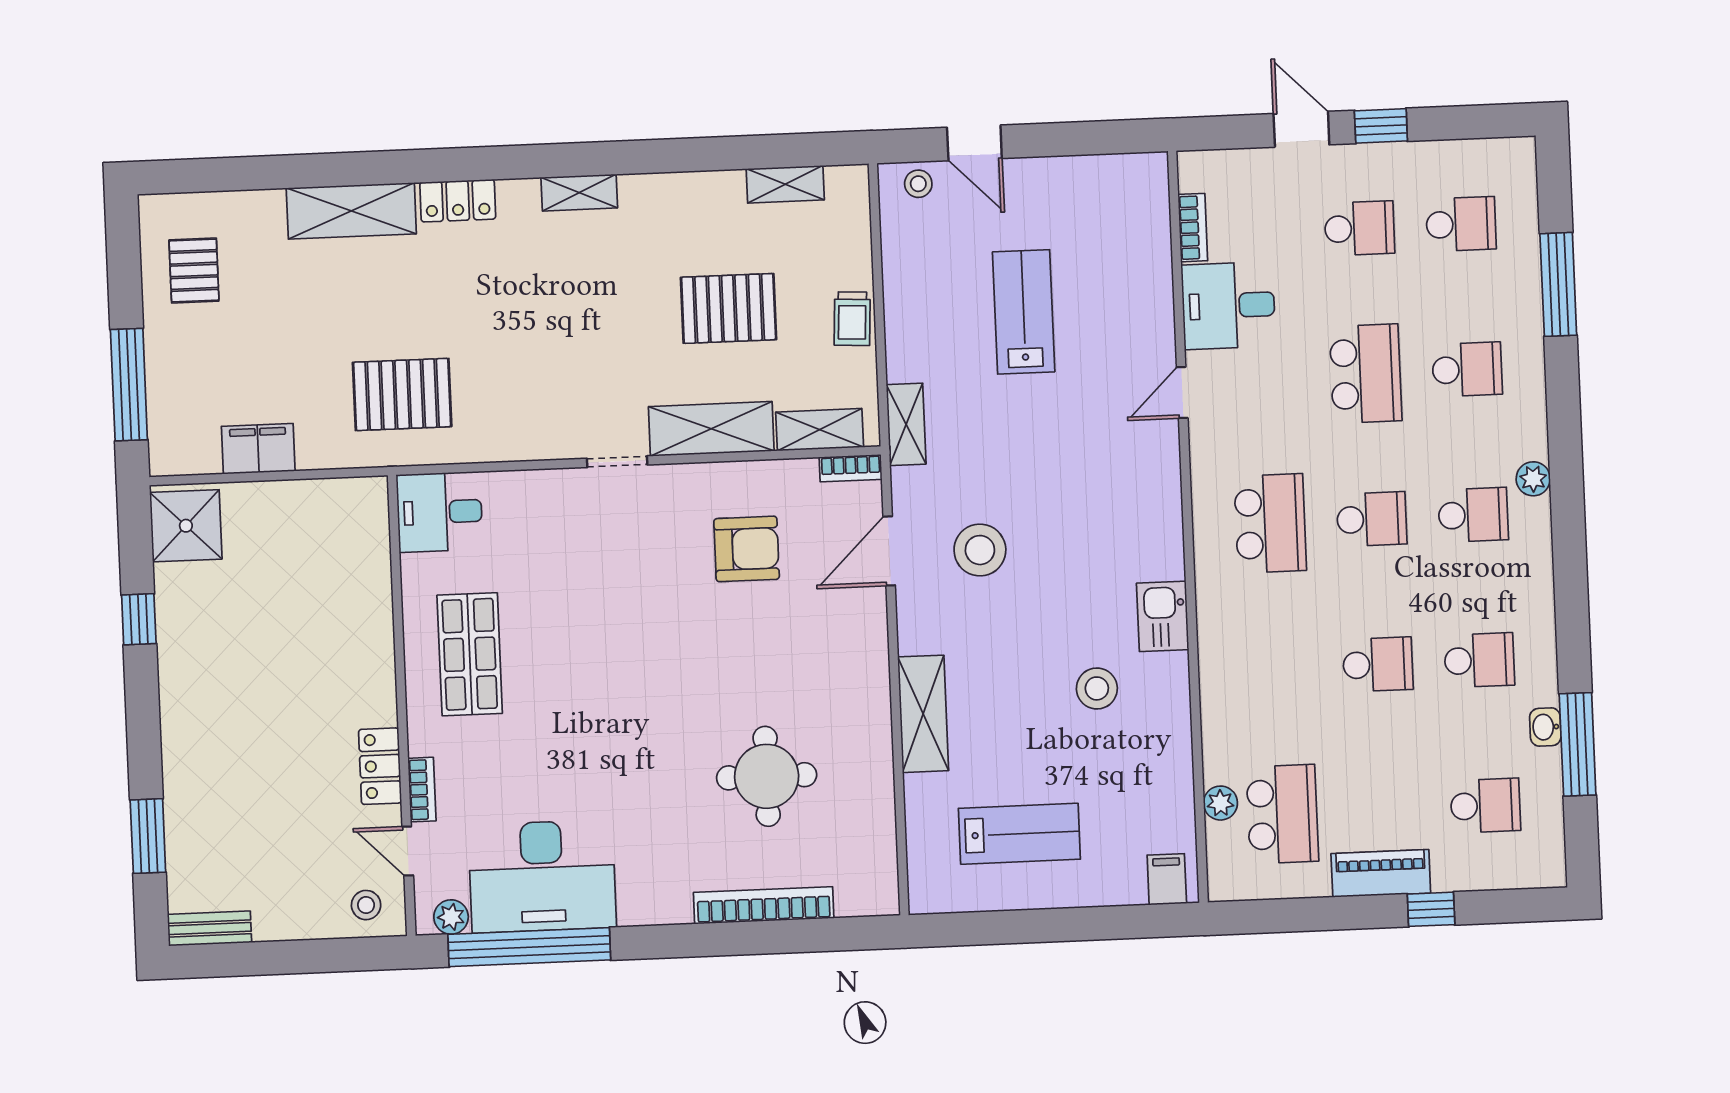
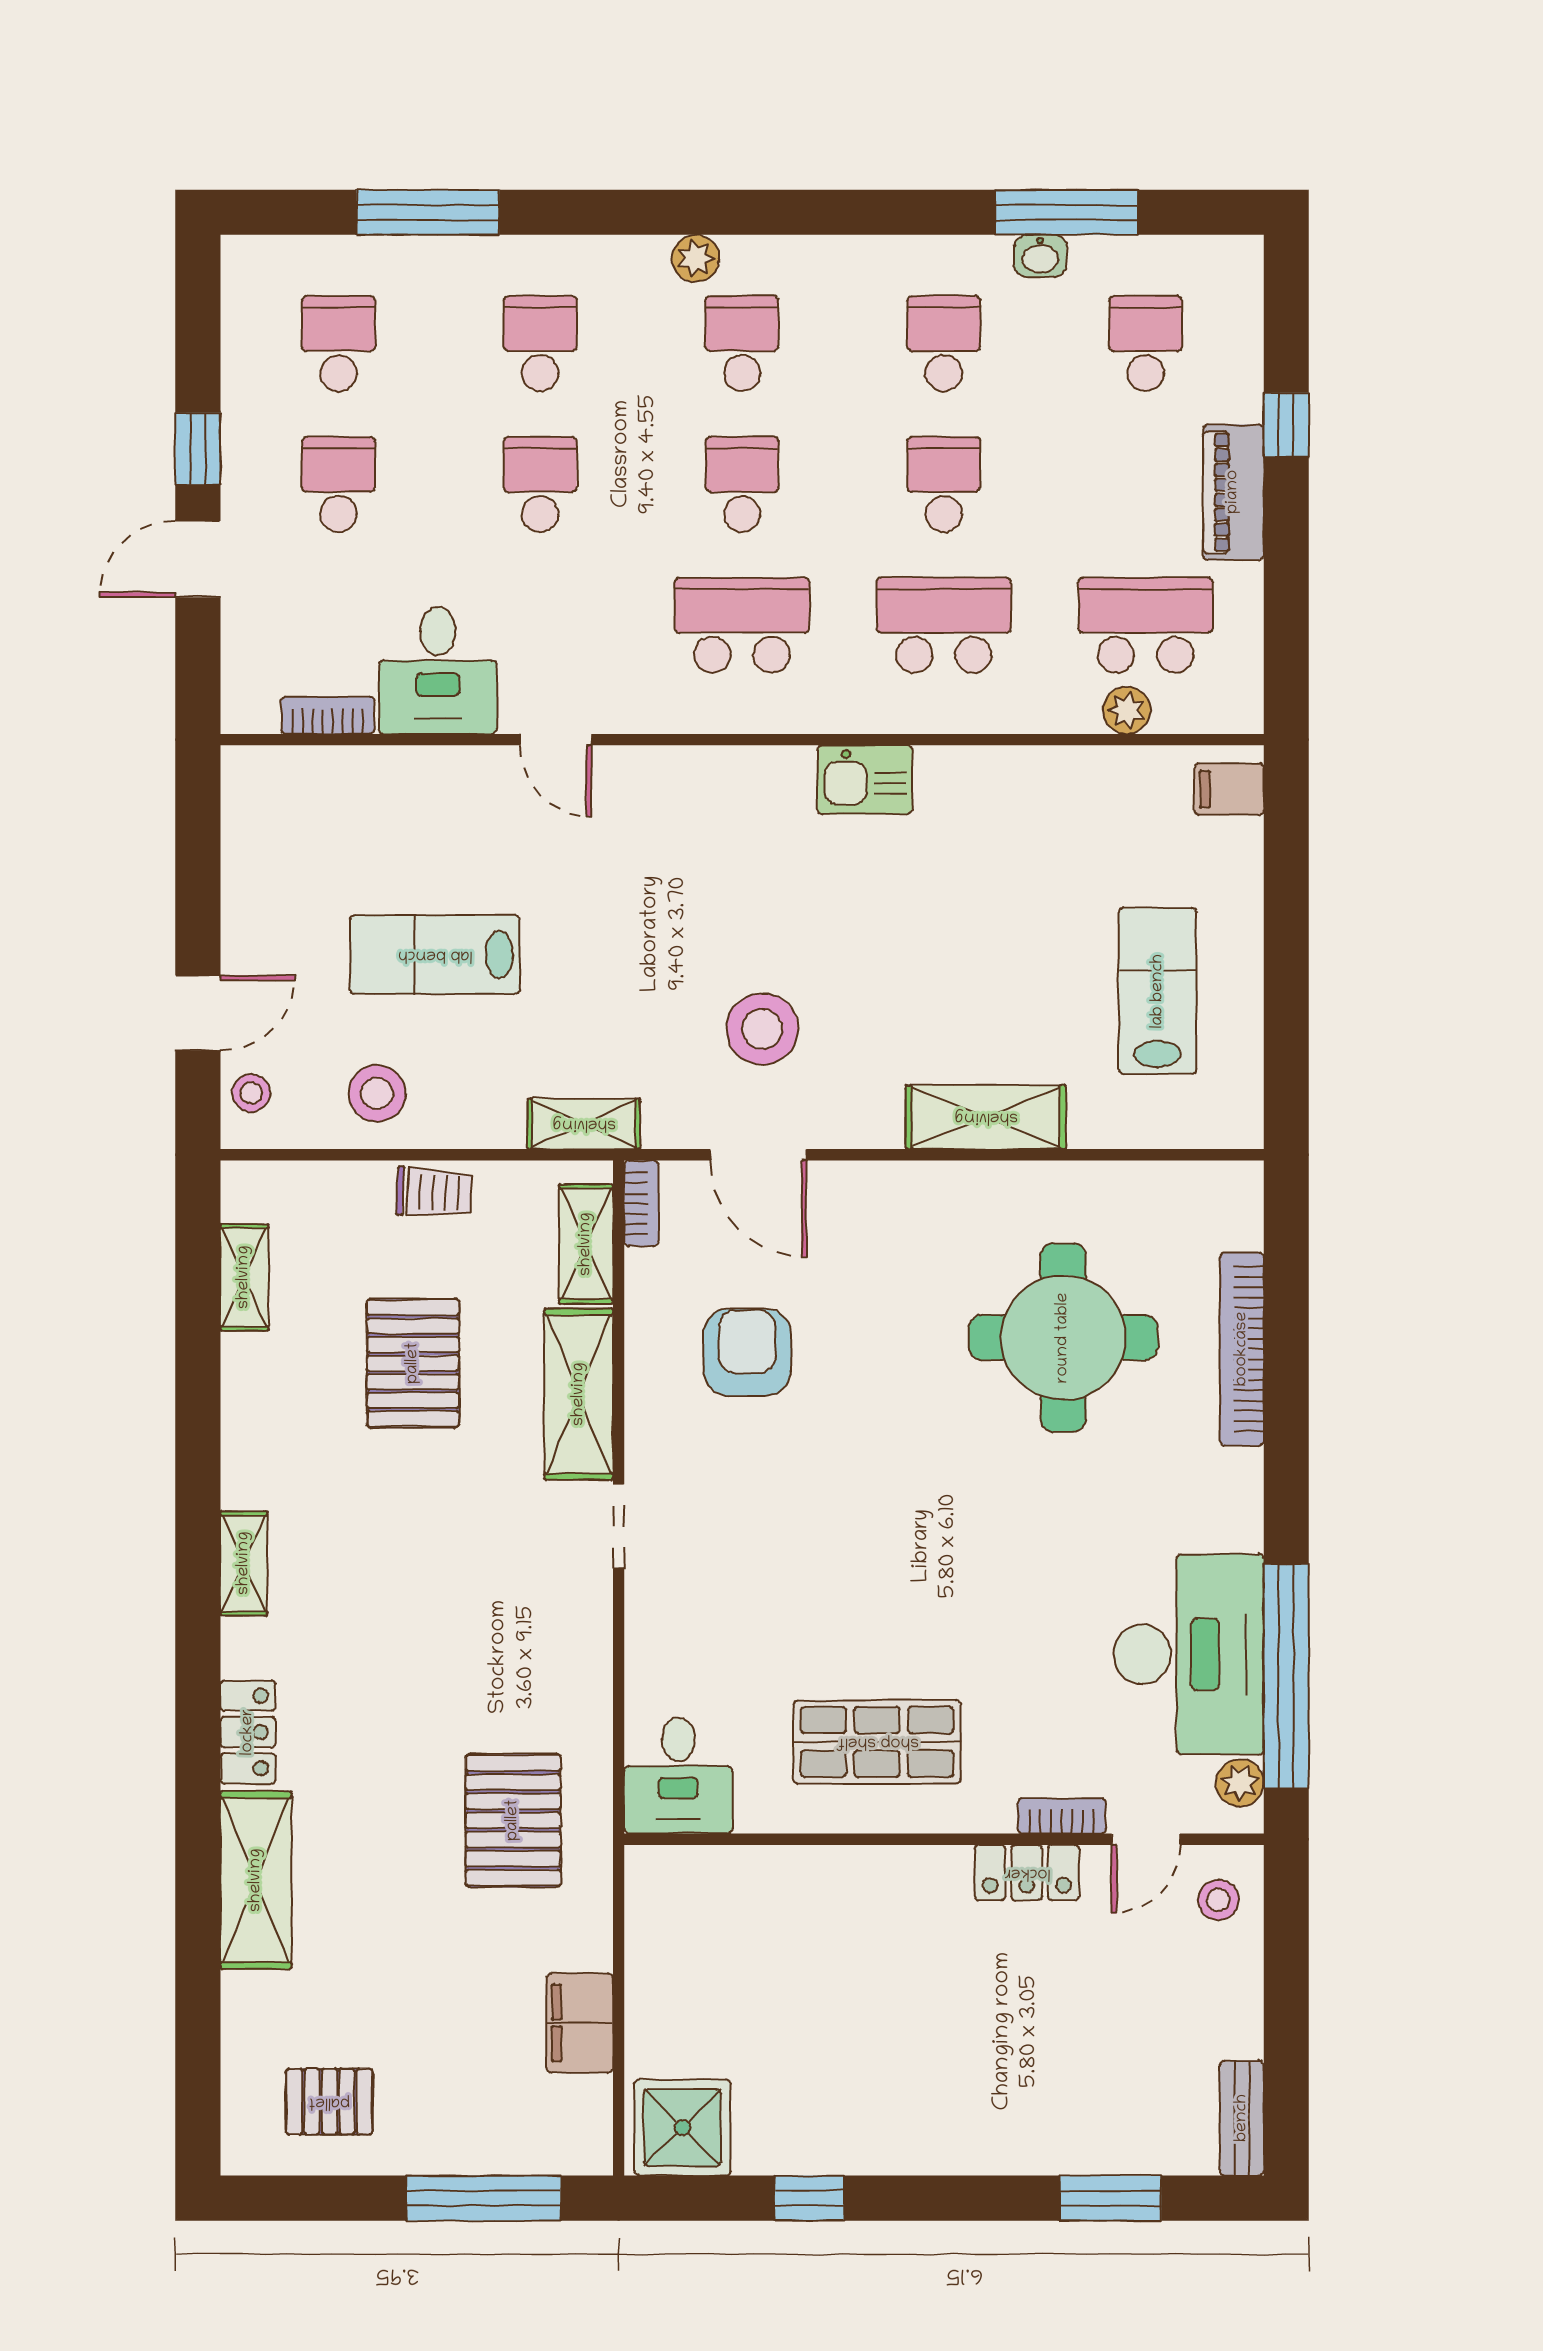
school desk: (1366, 374) -> (540, 484), width x0.54
school desk: (1276, 669) -> (944, 625), added
stool: (1097, 688) -> (377, 1093), moved
round table: (767, 776) -> (1063, 1338), width x1.36, depth x1.36

